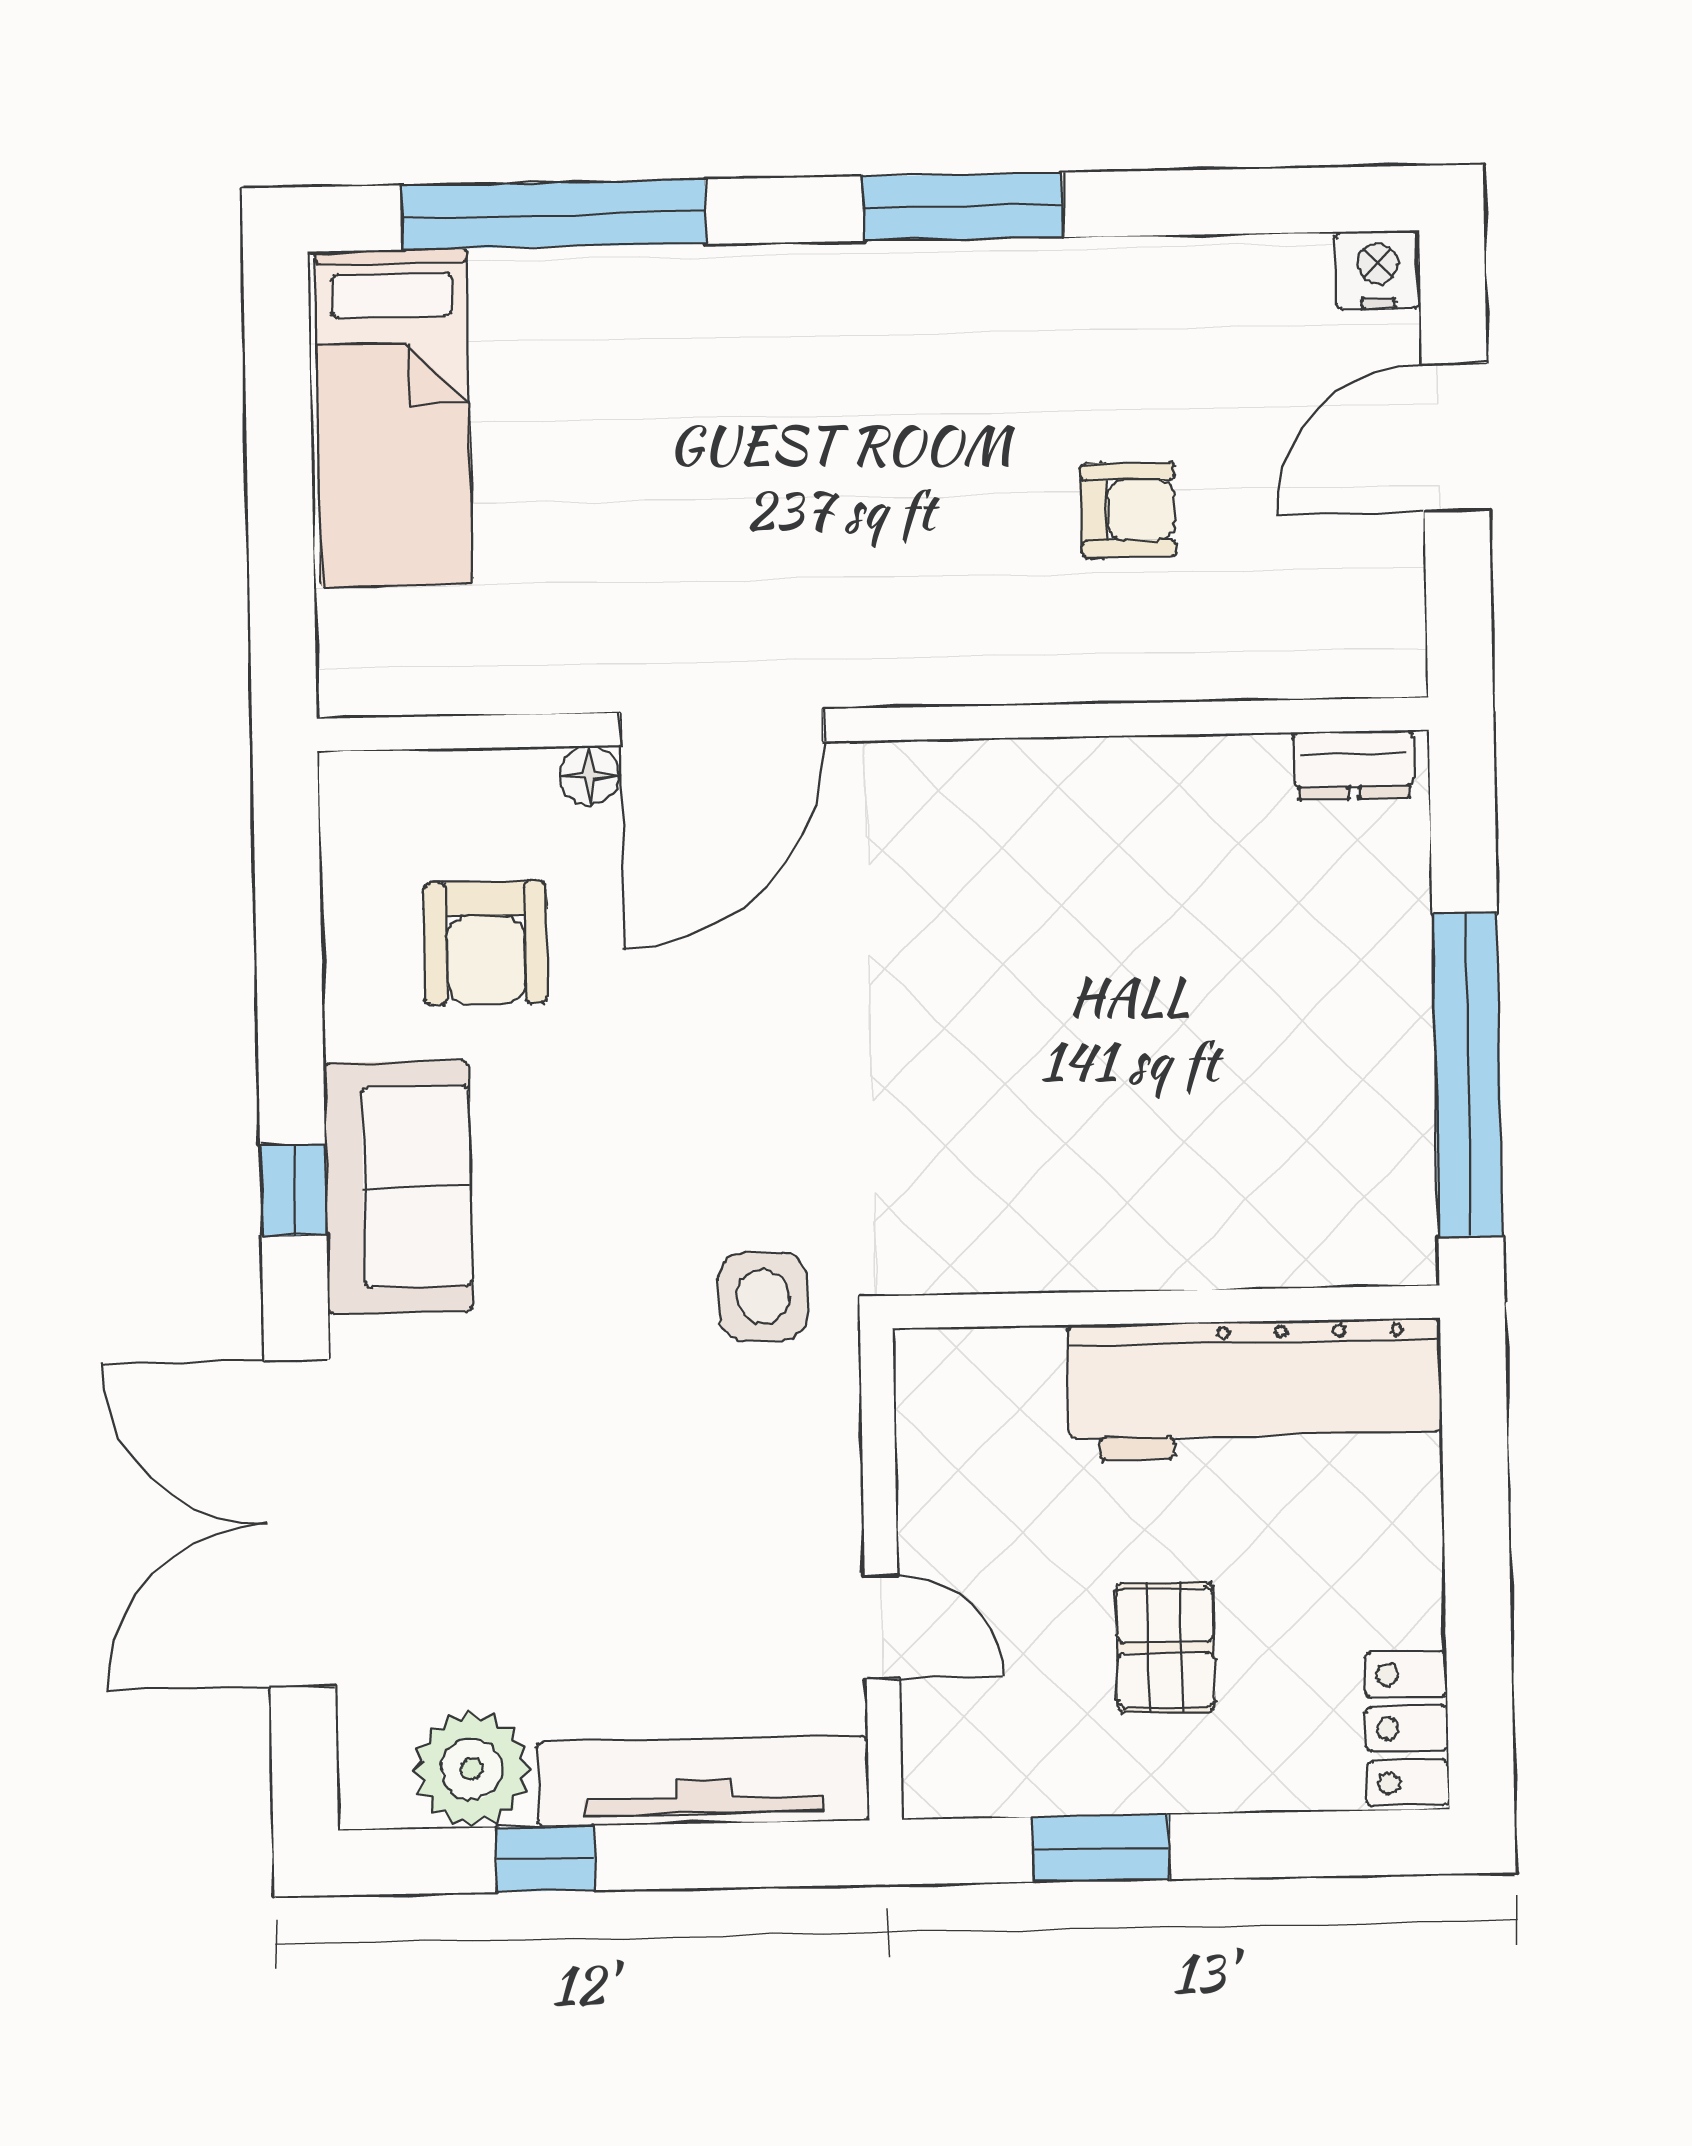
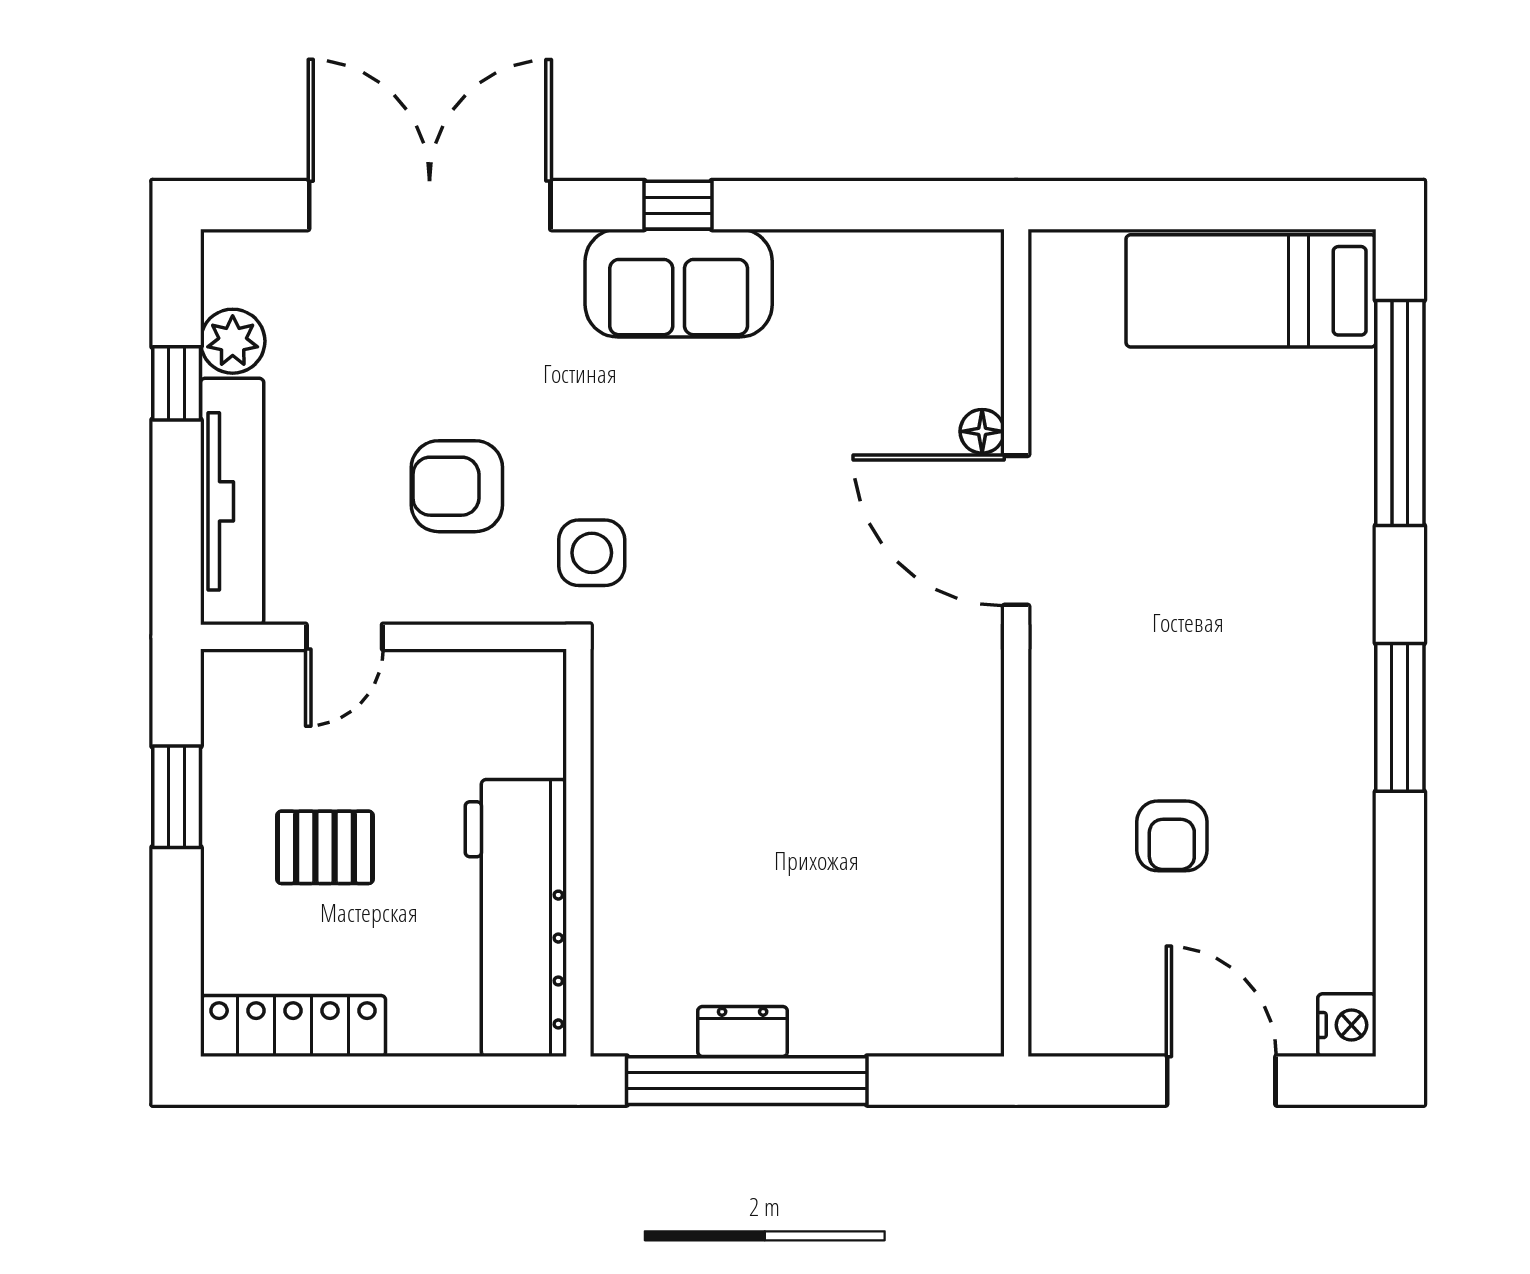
dresser: (1354, 765) -> (743, 1031), moved, turned 90
armchair: (486, 943) -> (457, 486), moved
locker: (1407, 1729) -> (293, 1026), width x1.53
plant: (472, 1769) -> (233, 341), width x0.73, depth x0.73

